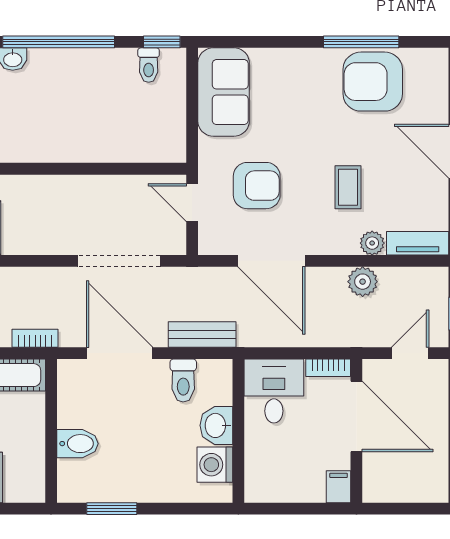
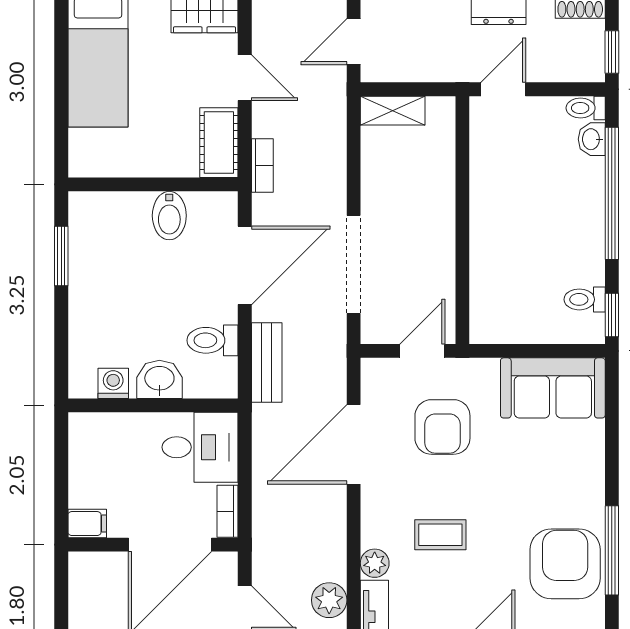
plant: (363, 282) -> (329, 600), moved
bidet: (77, 444) -> (169, 216), moved
washing machine: (215, 465) -> (113, 383), width x0.73, depth x0.73

